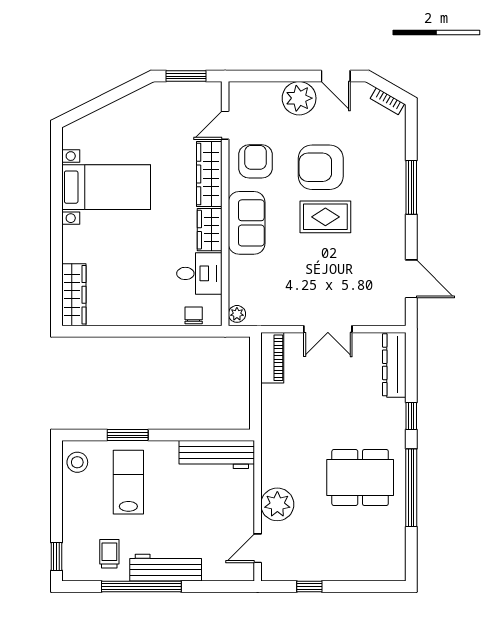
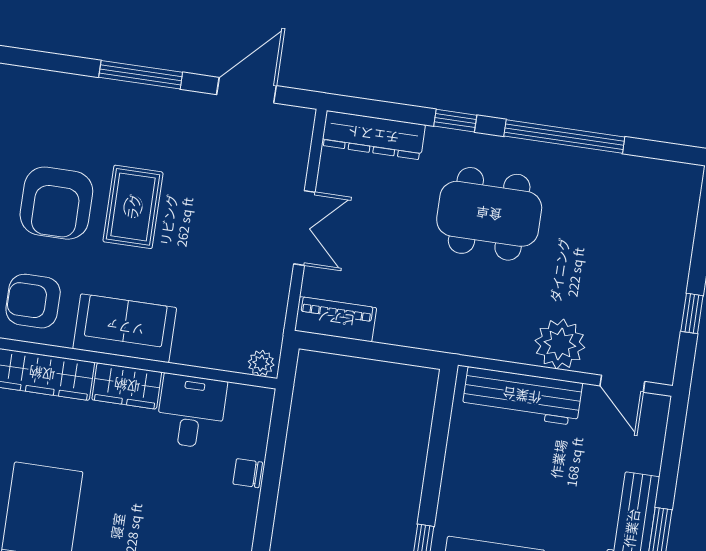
window: (411, 187) -> (141, 75), moved
chair: (194, 315) -> (248, 473), moved
workbench: (217, 455) -> (522, 396), moved, turned 90
dining table: (360, 477) -> (489, 214), moved, turned 90

